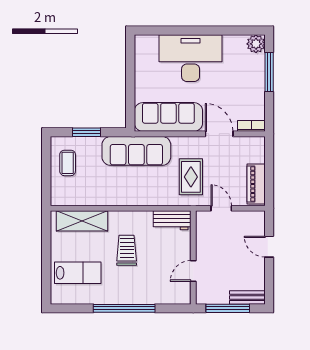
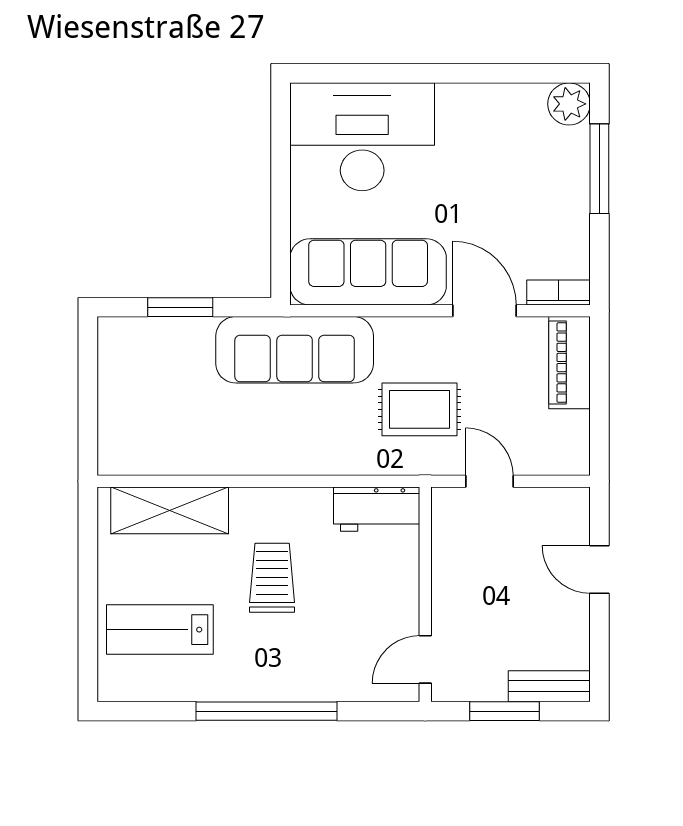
desk: (191, 58) -> (362, 137), moved
coffee table: (68, 163) -> (137, 377), removed
rug: (191, 177) -> (420, 409), turned 90
piano: (256, 184) -> (570, 363), moved
door: (193, 271) -> (425, 659), moved
lab bench: (78, 273) -> (160, 630), turned 180
window: (228, 308) -> (505, 711), width x0.69

